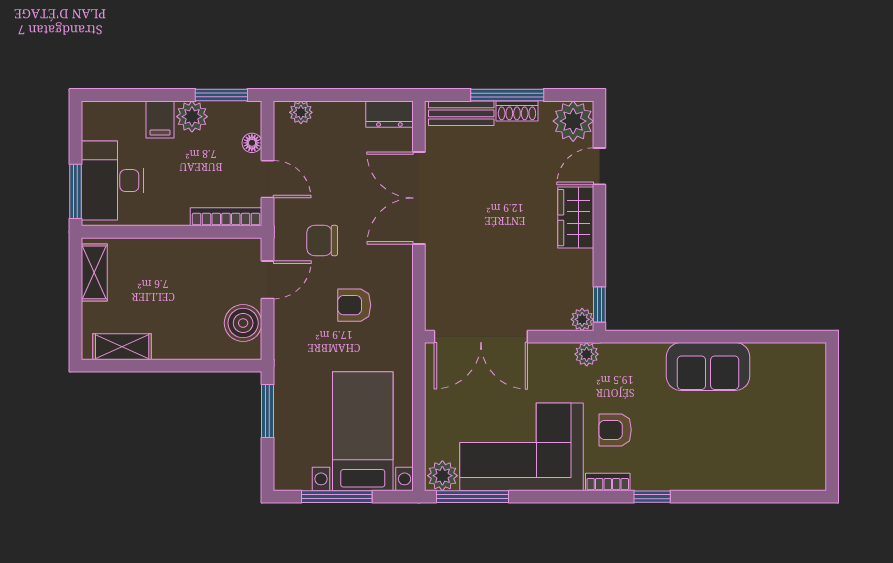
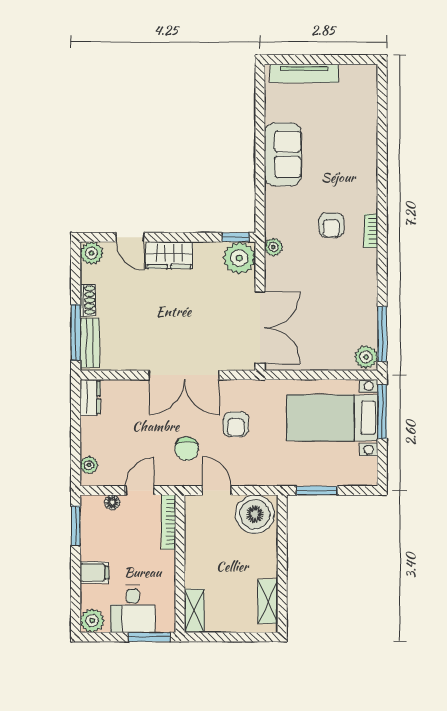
window: (507, 95) -> (76, 332), moved
plant: (192, 117) -> (92, 621), moved
plant: (573, 121) -> (91, 253), width x0.73, depth x0.73
desk: (112, 181) -> (133, 609), width x0.73
double door: (419, 198) -> (184, 375), moved
shelving: (94, 272) -> (194, 611), moved, turned 90
plant: (582, 319) -> (239, 258), width x1.87, depth x1.87
boiler: (243, 323) -> (255, 514), width x1.37, depth x1.37
tv unit: (814, 394) -> (304, 73), added
corner sofa: (522, 447) -> (344, 297), removed
window: (337, 497) -> (382, 412), moved
window: (652, 497) -> (382, 197), removed

